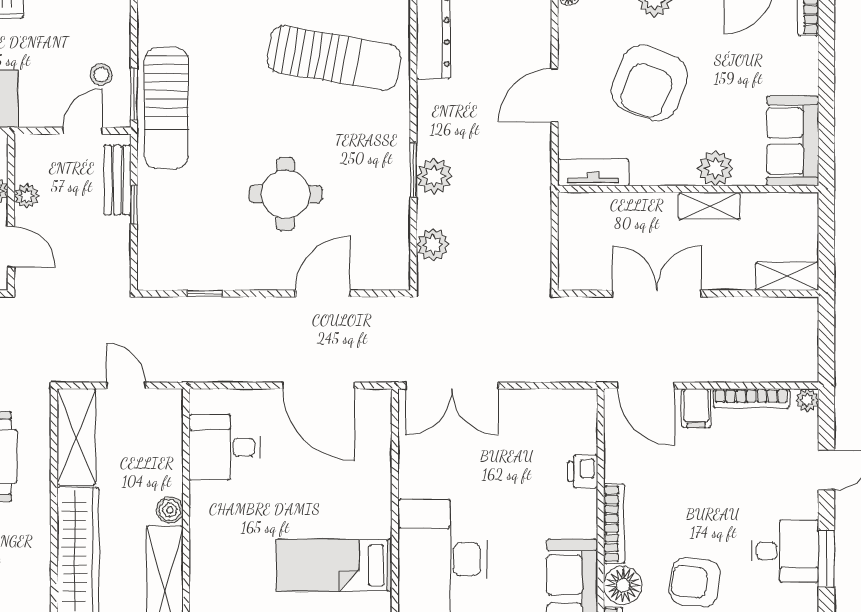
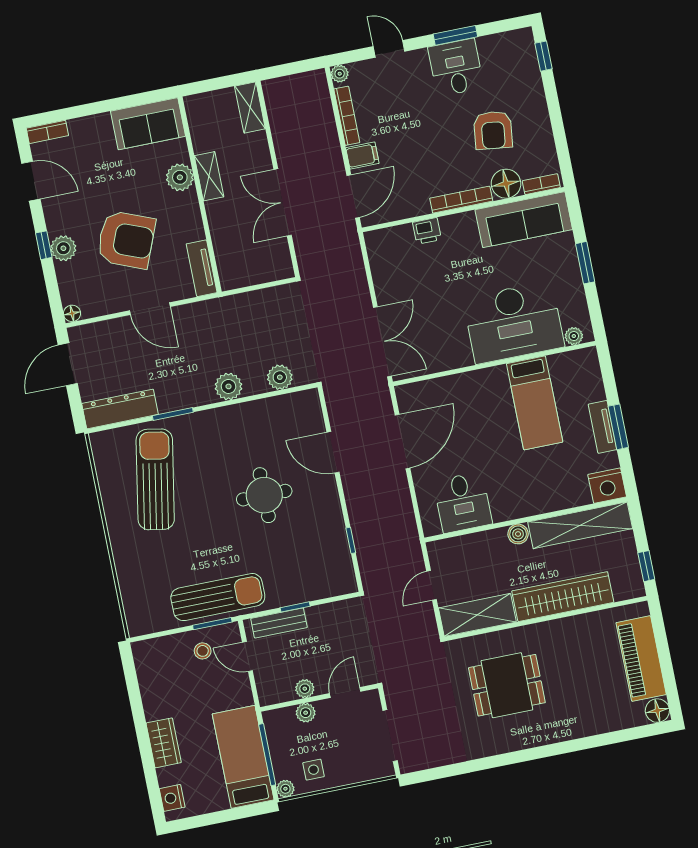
window: (413, 170) -> (173, 414), moved

